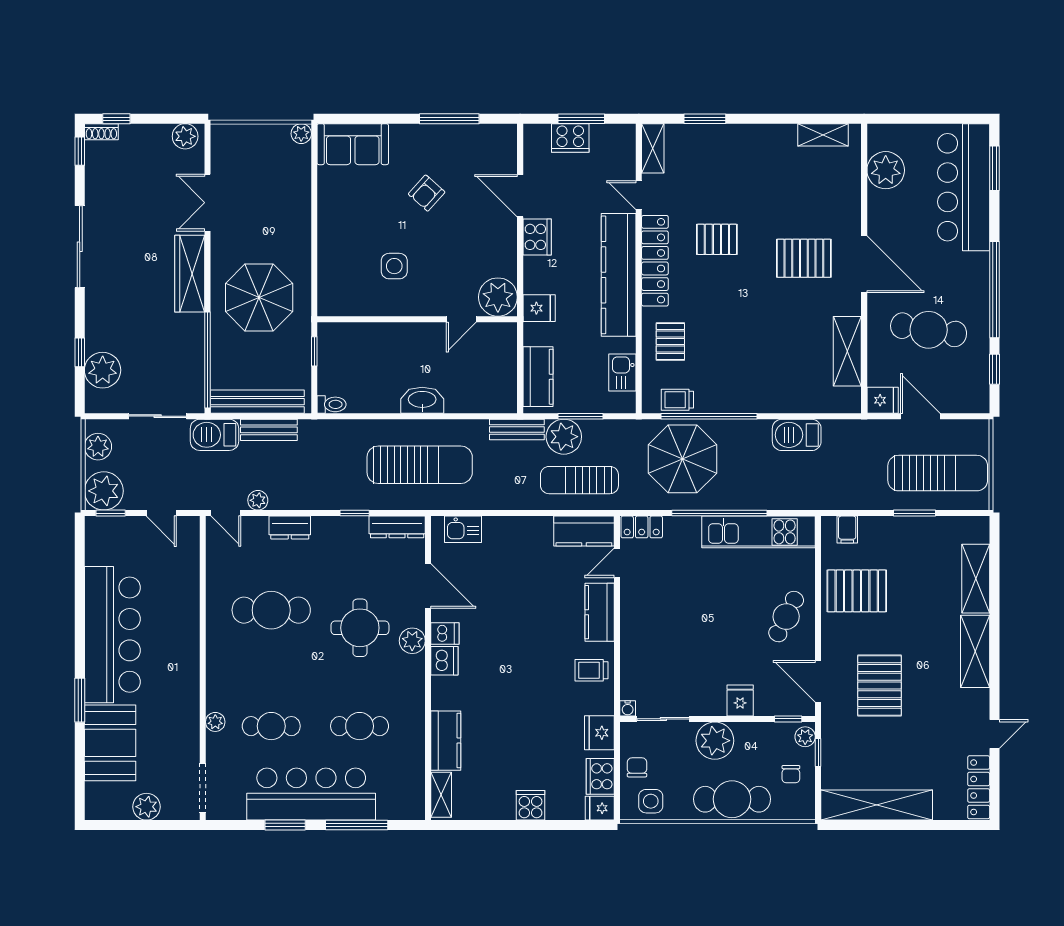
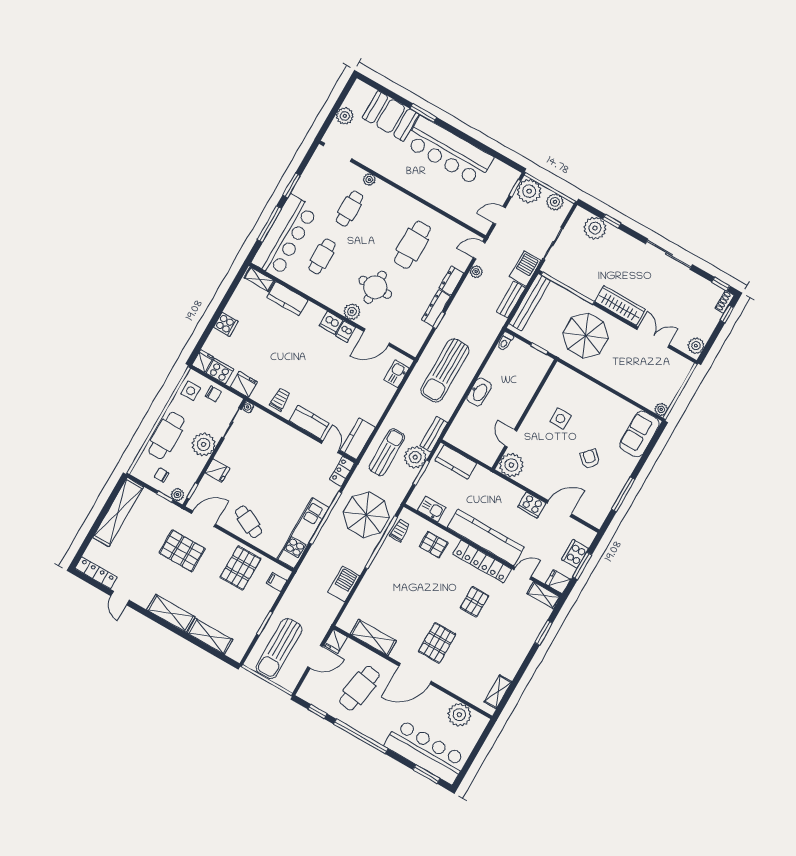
fridge: (539, 308) -> (558, 582), moved, turned 90
dresser: (397, 527) -> (436, 308), moved
bar counter: (311, 794) -> (285, 236), moved

